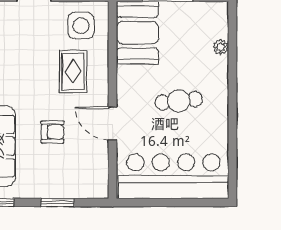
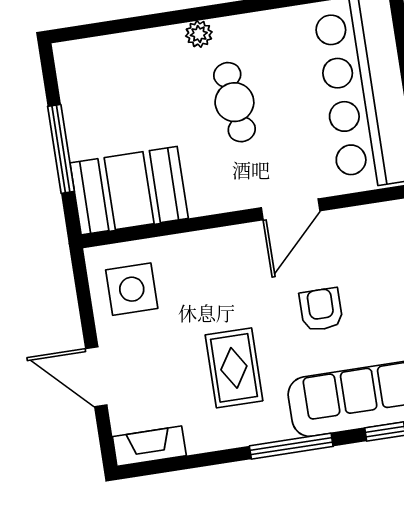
plant: (221, 47) -> (199, 34), moved
rug: (73, 71) -> (234, 368), moved, turned 90

